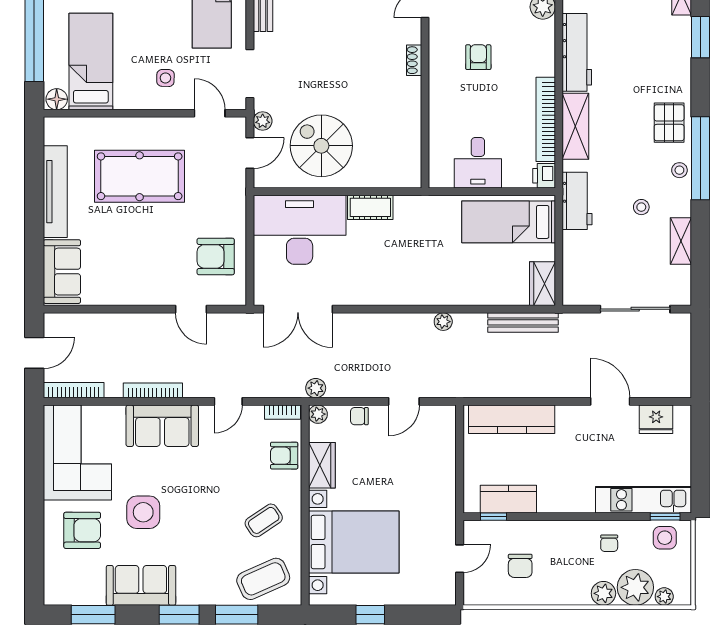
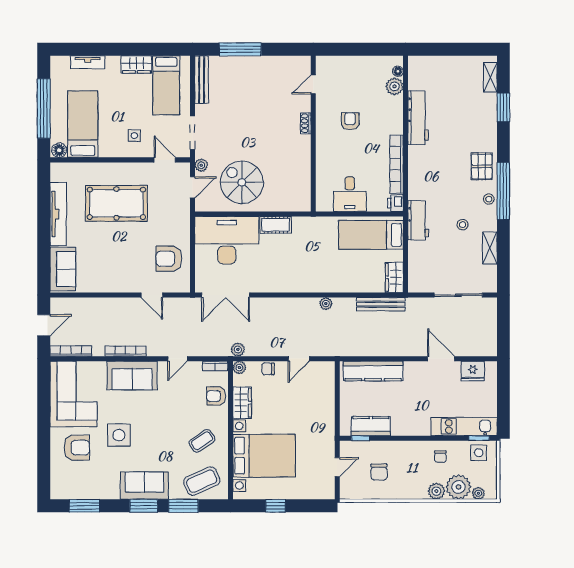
shelving: (575, 126) -> (417, 169), removed
sofa: (141, 585) -> (144, 486), moved

